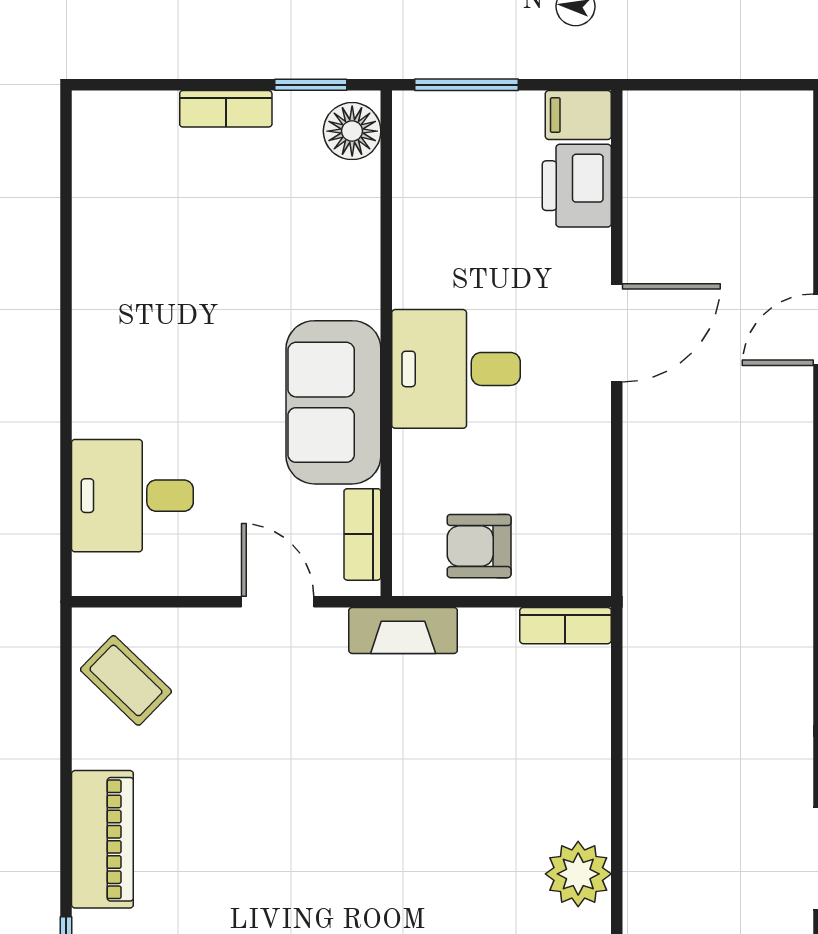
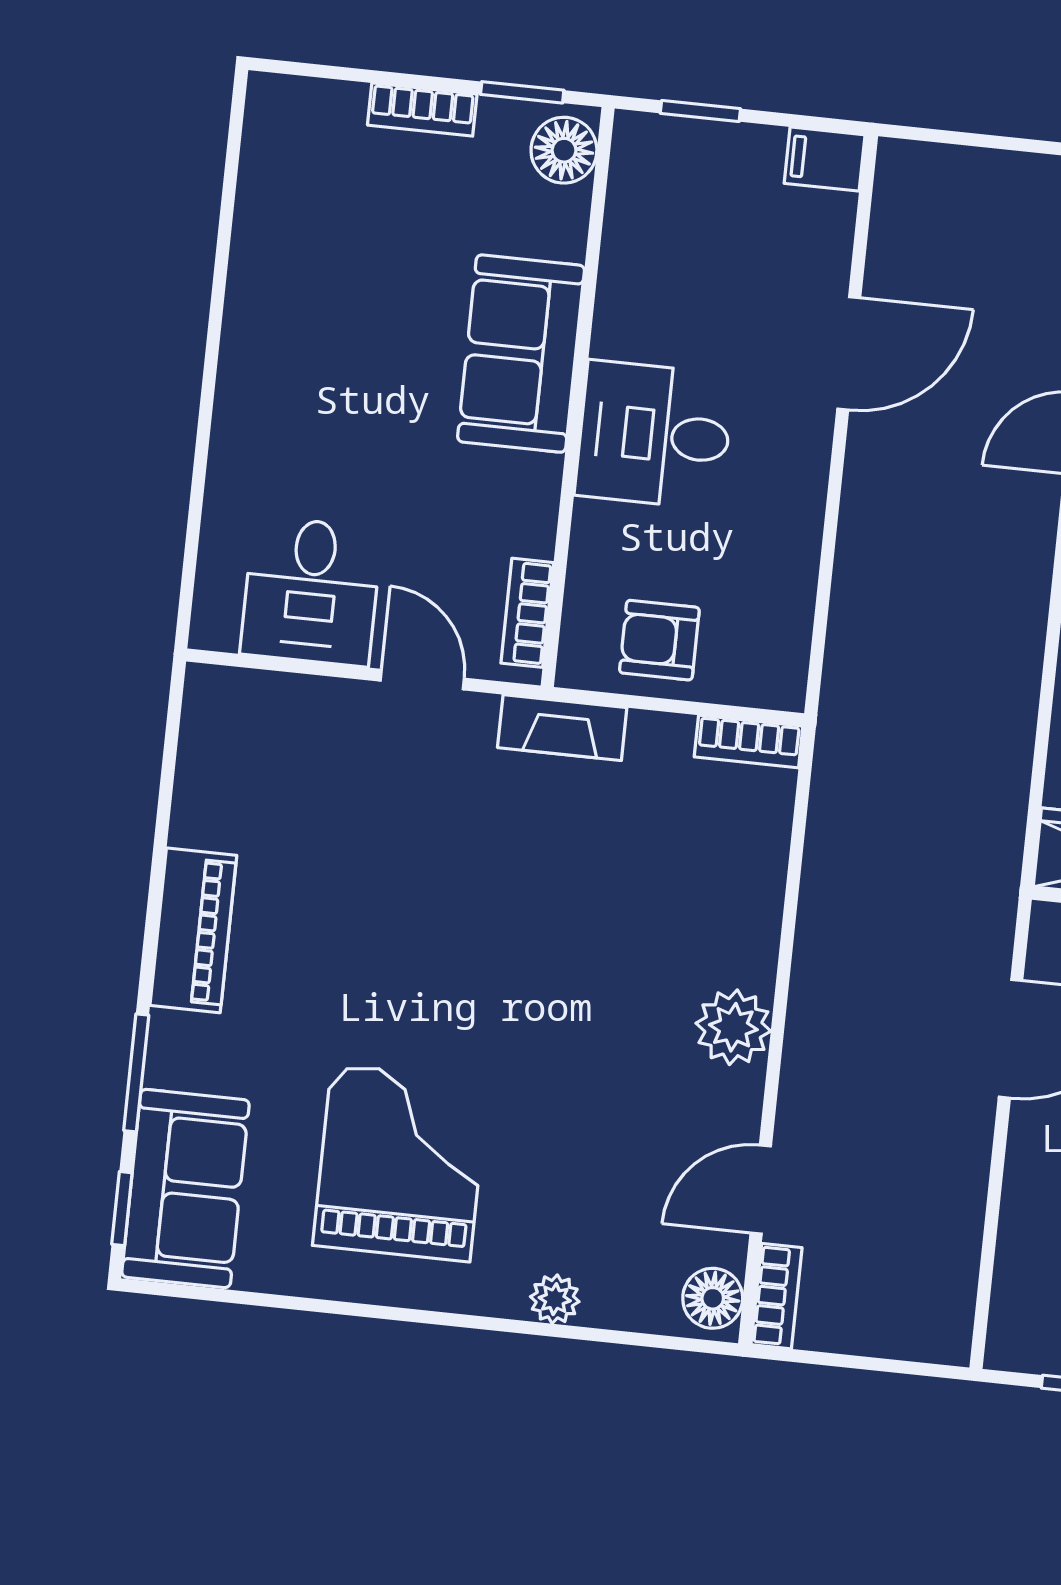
window: (466, 85) -> (700, 111), width x0.67
printer: (577, 186) -> (814, 240), removed
door: (617, 333) -> (849, 353), moved
sofa: (333, 402) -> (521, 354), moved
desk: (132, 496) -> (311, 591), moved, turned -90
coffee table: (126, 680) -> (239, 751), removed

